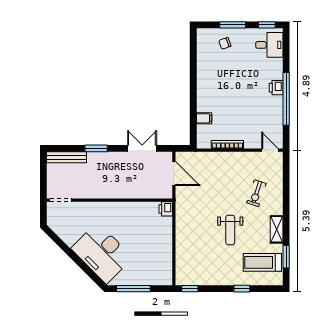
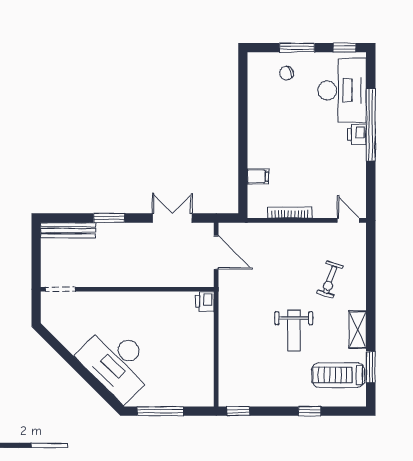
desk: (269, 45) -> (342, 90), width x1.87, depth x1.30
window: (286, 99) -> (371, 125), moved

